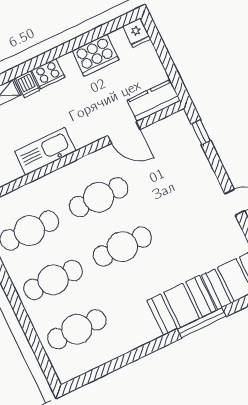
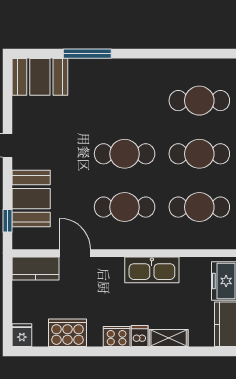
booth: (182, 305) -> (31, 199), moved, turned 90

